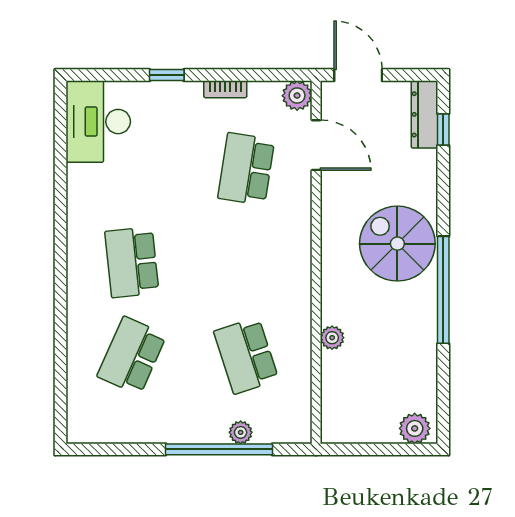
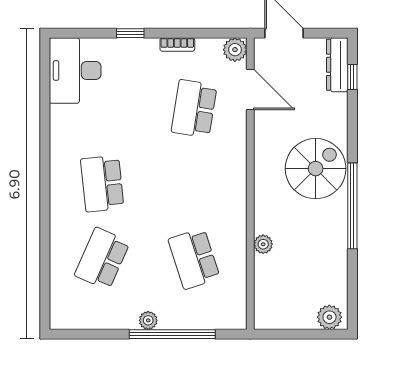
spiral stairs: (397, 244) -> (316, 169), turned 90
plant: (241, 432) -> (148, 320), moved

